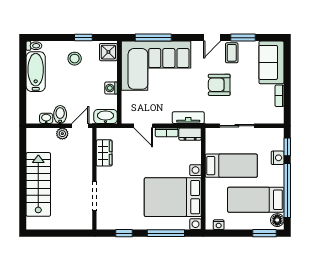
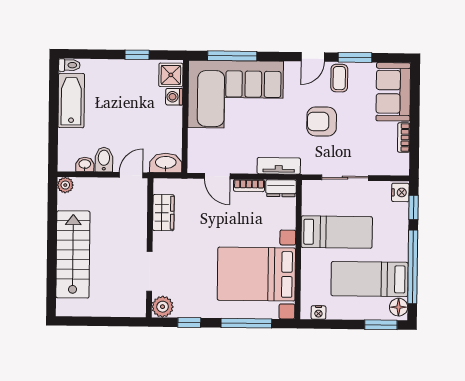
stool: (75, 59) -> (125, 83), removed
washing machine: (111, 88) -> (174, 97), moved
plant: (62, 134) -> (65, 185), moved
nightstand: (278, 158) -> (400, 192), moved
plant: (104, 222) -> (163, 307), added

